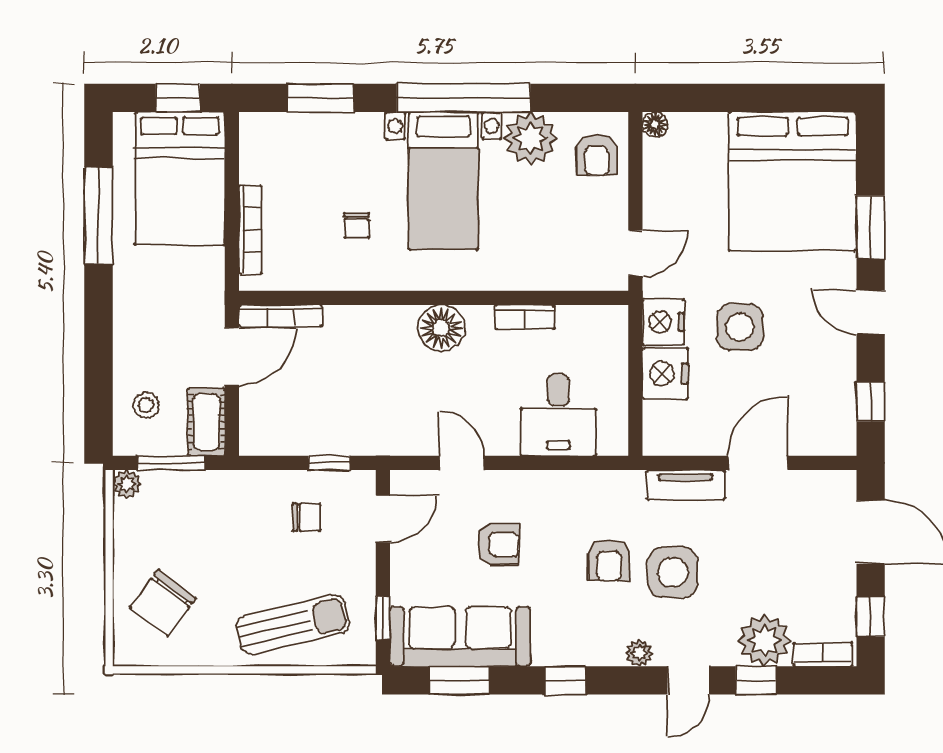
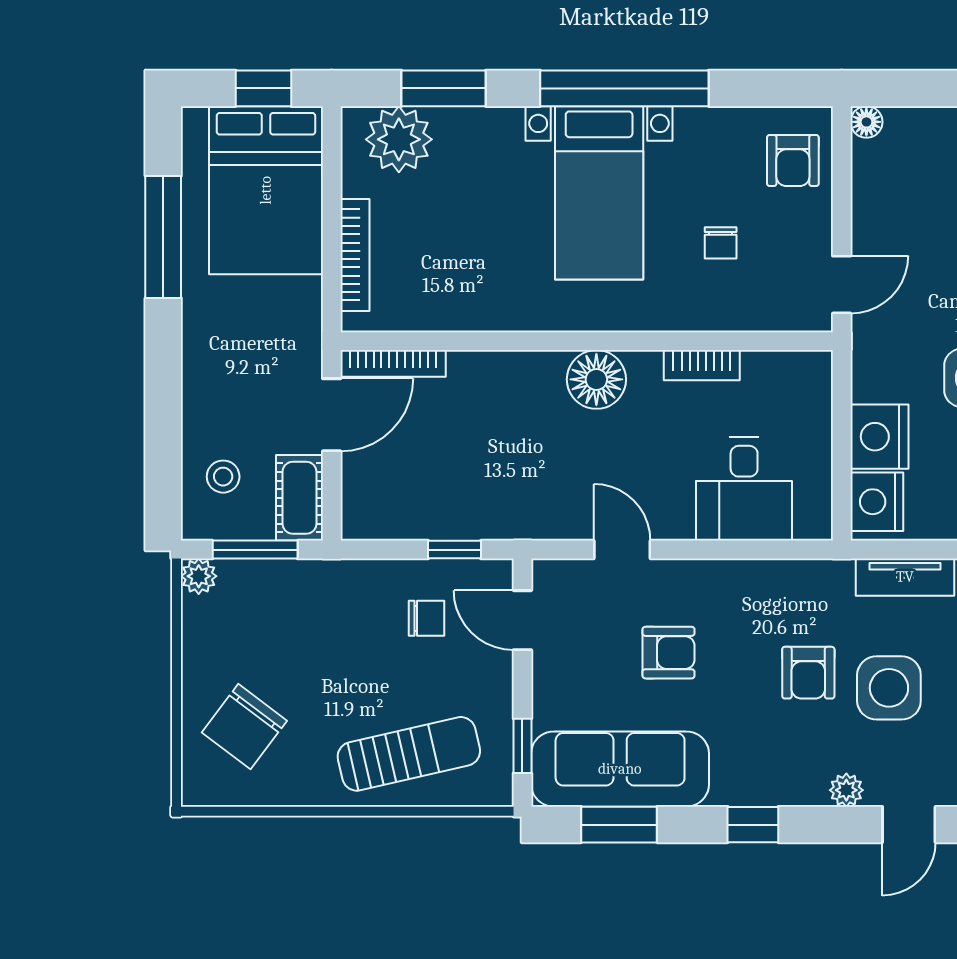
plant: (531, 138) -> (399, 139), moved
chair: (357, 225) -> (721, 243), moved
nightstand: (663, 322) -> (877, 502), moved
door: (383, 519) -> (522, 620), swing flipped

